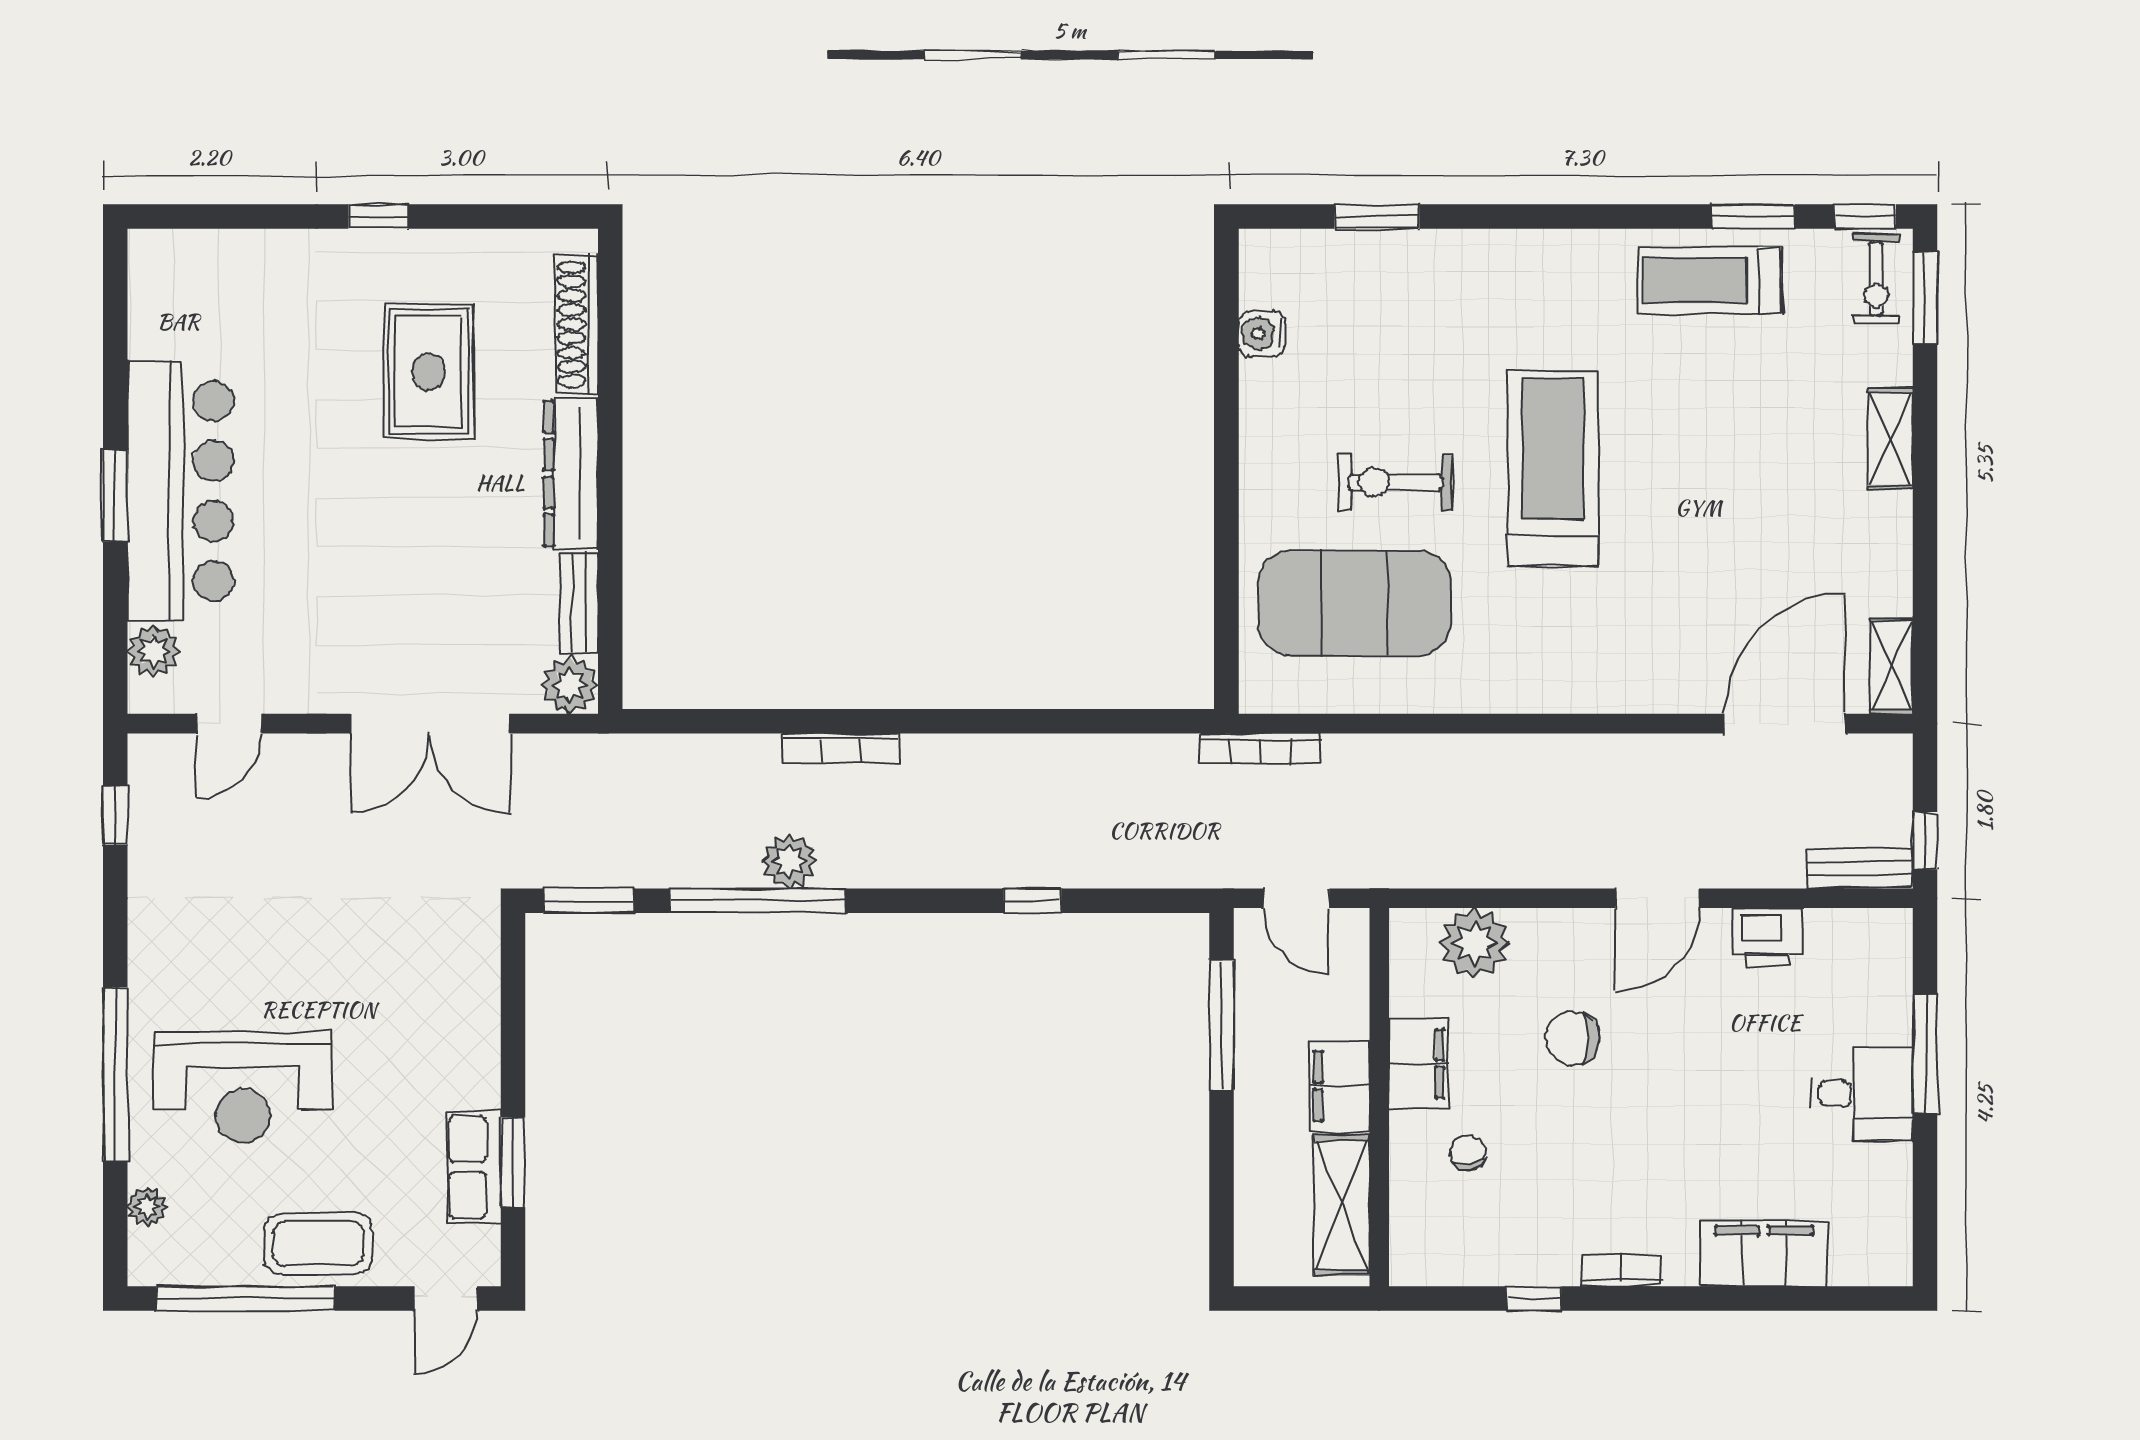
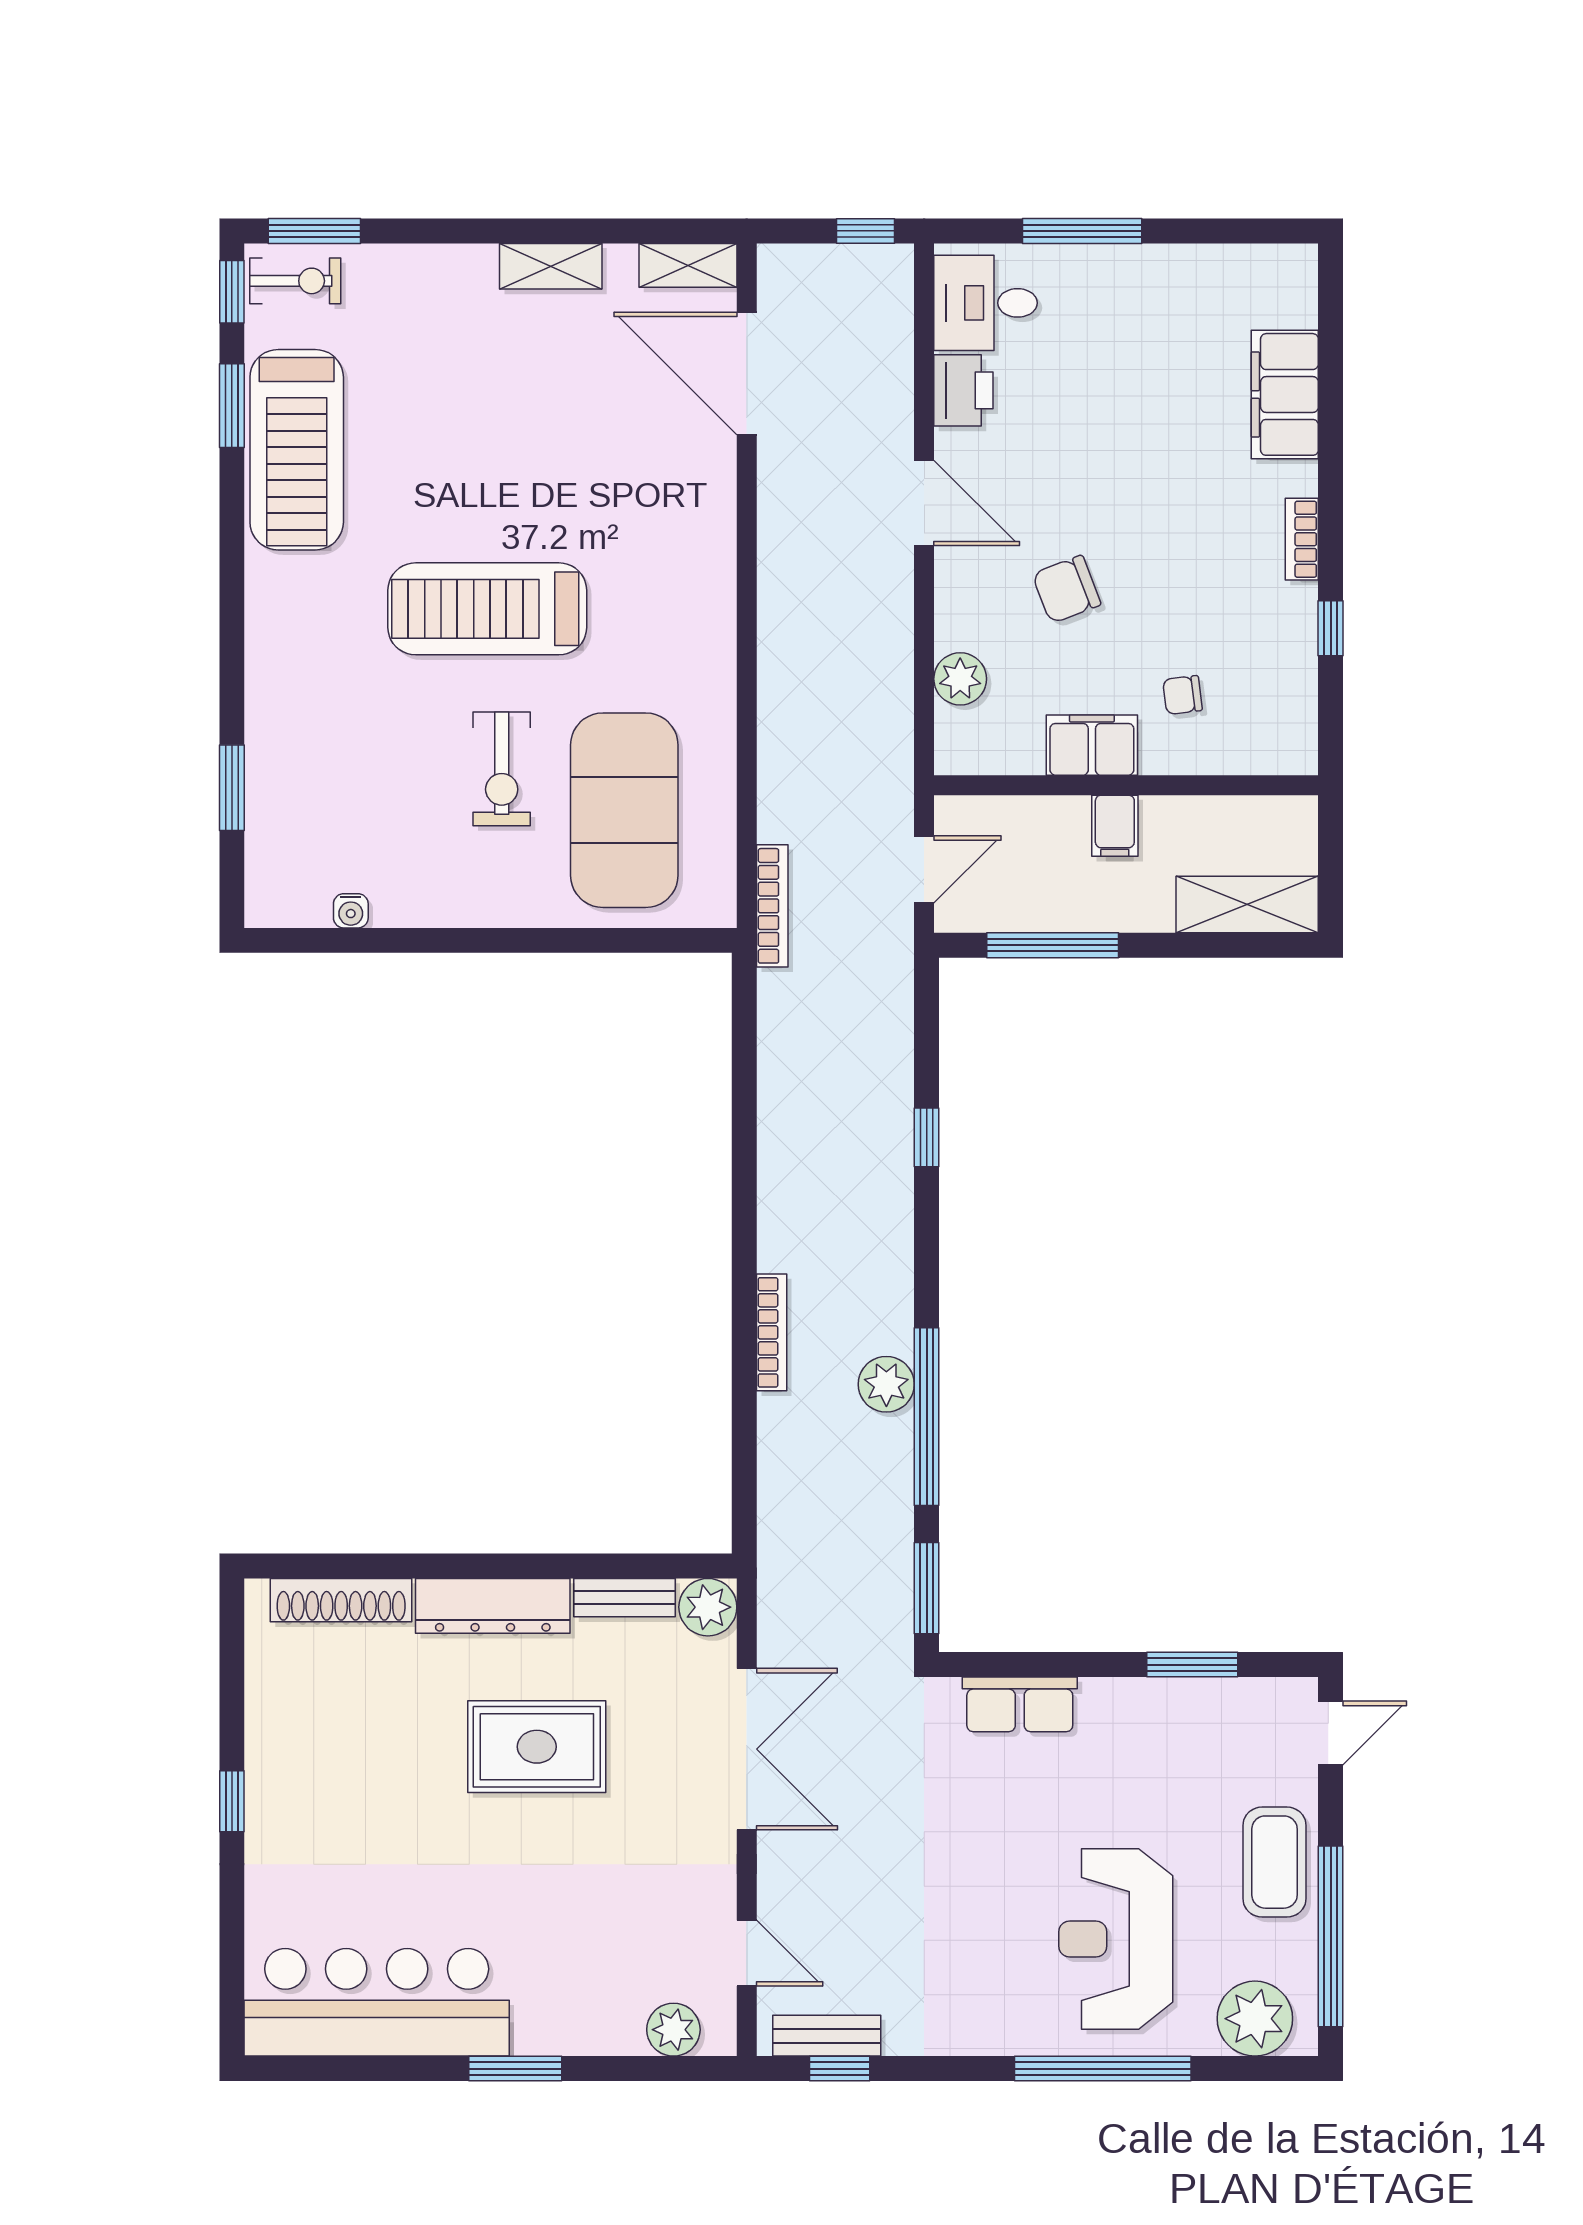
treadmill: (1710, 280) -> (297, 450), width x1.37, depth x1.38
water cooler: (1262, 334) -> (351, 911), width x0.72, depth x0.72
rug: (428, 372) -> (537, 1747), moved
shelving: (1890, 439) -> (551, 266), moved
bar counter: (181, 491) -> (377, 2002), moved
bench: (1860, 868) -> (827, 2036), moved, turned 90
plant: (1475, 943) -> (960, 679), width x0.73, depth x0.73
chair: (1572, 1039) -> (1066, 589), turned 69
filing cabinet: (1339, 1086) -> (1115, 826), width x0.50
reception desk: (243, 1087) -> (1116, 1939), turned 180
desk: (1862, 1094) -> (986, 303), moved, turned -90
row of seats: (474, 1167) -> (1020, 1704), moved
shelving: (1342, 1205) -> (1247, 905), moved
plant: (147, 1207) -> (1255, 2019), width x1.88, depth x1.88
door: (446, 1299) -> (1331, 1733), hinge flipped

